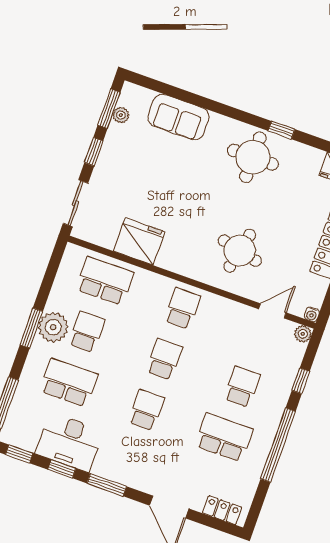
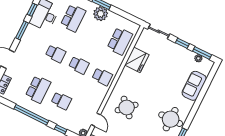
round table: (240, 251) -> (127, 107), turned 34
school desk: (87, 332) -> (96, 30), removed

